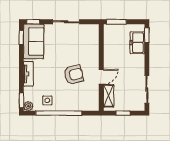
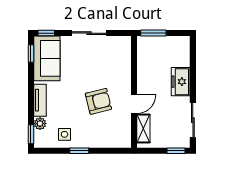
window: (147, 35) -> (193, 50), removed
freezer: (137, 43) -> (181, 82), moved
plant: (28, 106) -> (40, 124), moved
window: (59, 113) -> (79, 151), width x0.32
window: (123, 113) -> (176, 151), moved

